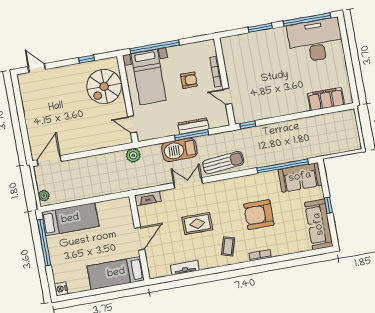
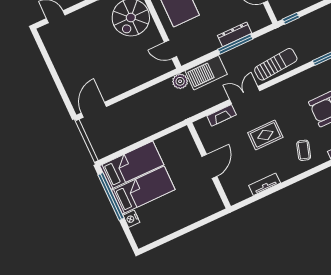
barbecue: (179, 150) -> (206, 73), moved
plant: (44, 196) -> (98, 148), removed
fireplace: (148, 198) -> (222, 115), moved
bed: (116, 273) -> (143, 190), moved, turned 180
nightstand: (61, 289) -> (131, 219), moved

